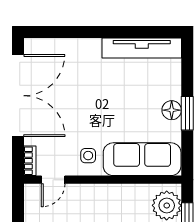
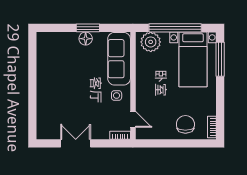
tv unit: (142, 48) -> (43, 59), removed
double door: (18, 96) -> (76, 143), width x0.54

